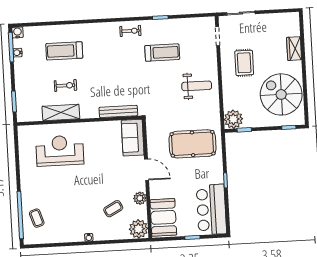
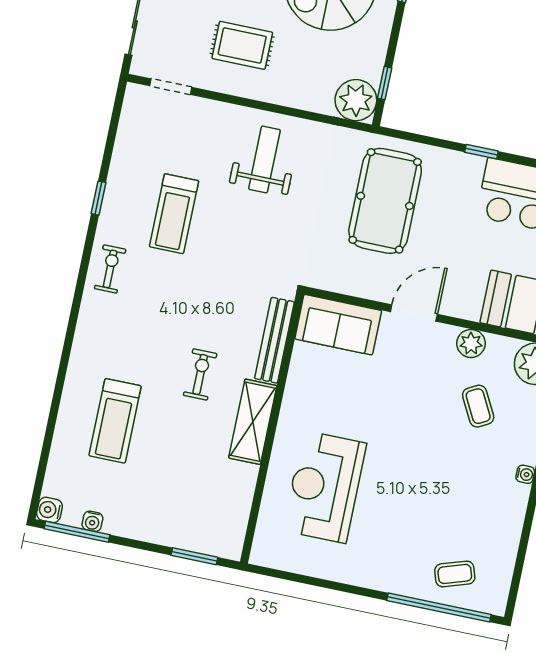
treadmill: (162, 53) -> (174, 214), turned 180
exercise bike: (65, 86) -> (200, 374), moved
shelving: (61, 112) -> (253, 422), moved

